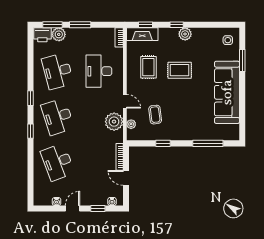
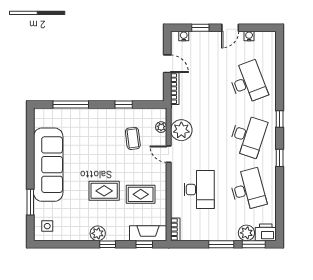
rug: (148, 67) -> (141, 194), turned 90
desk: (58, 117) -> (248, 136), turned 36

